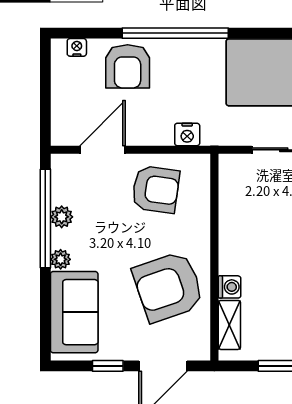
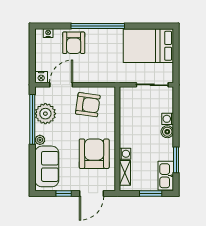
nightstand: (187, 134) -> (41, 77), moved
plant: (62, 217) -> (45, 114), width x1.87, depth x1.87
armchair: (168, 287) -> (94, 154), turned 109

